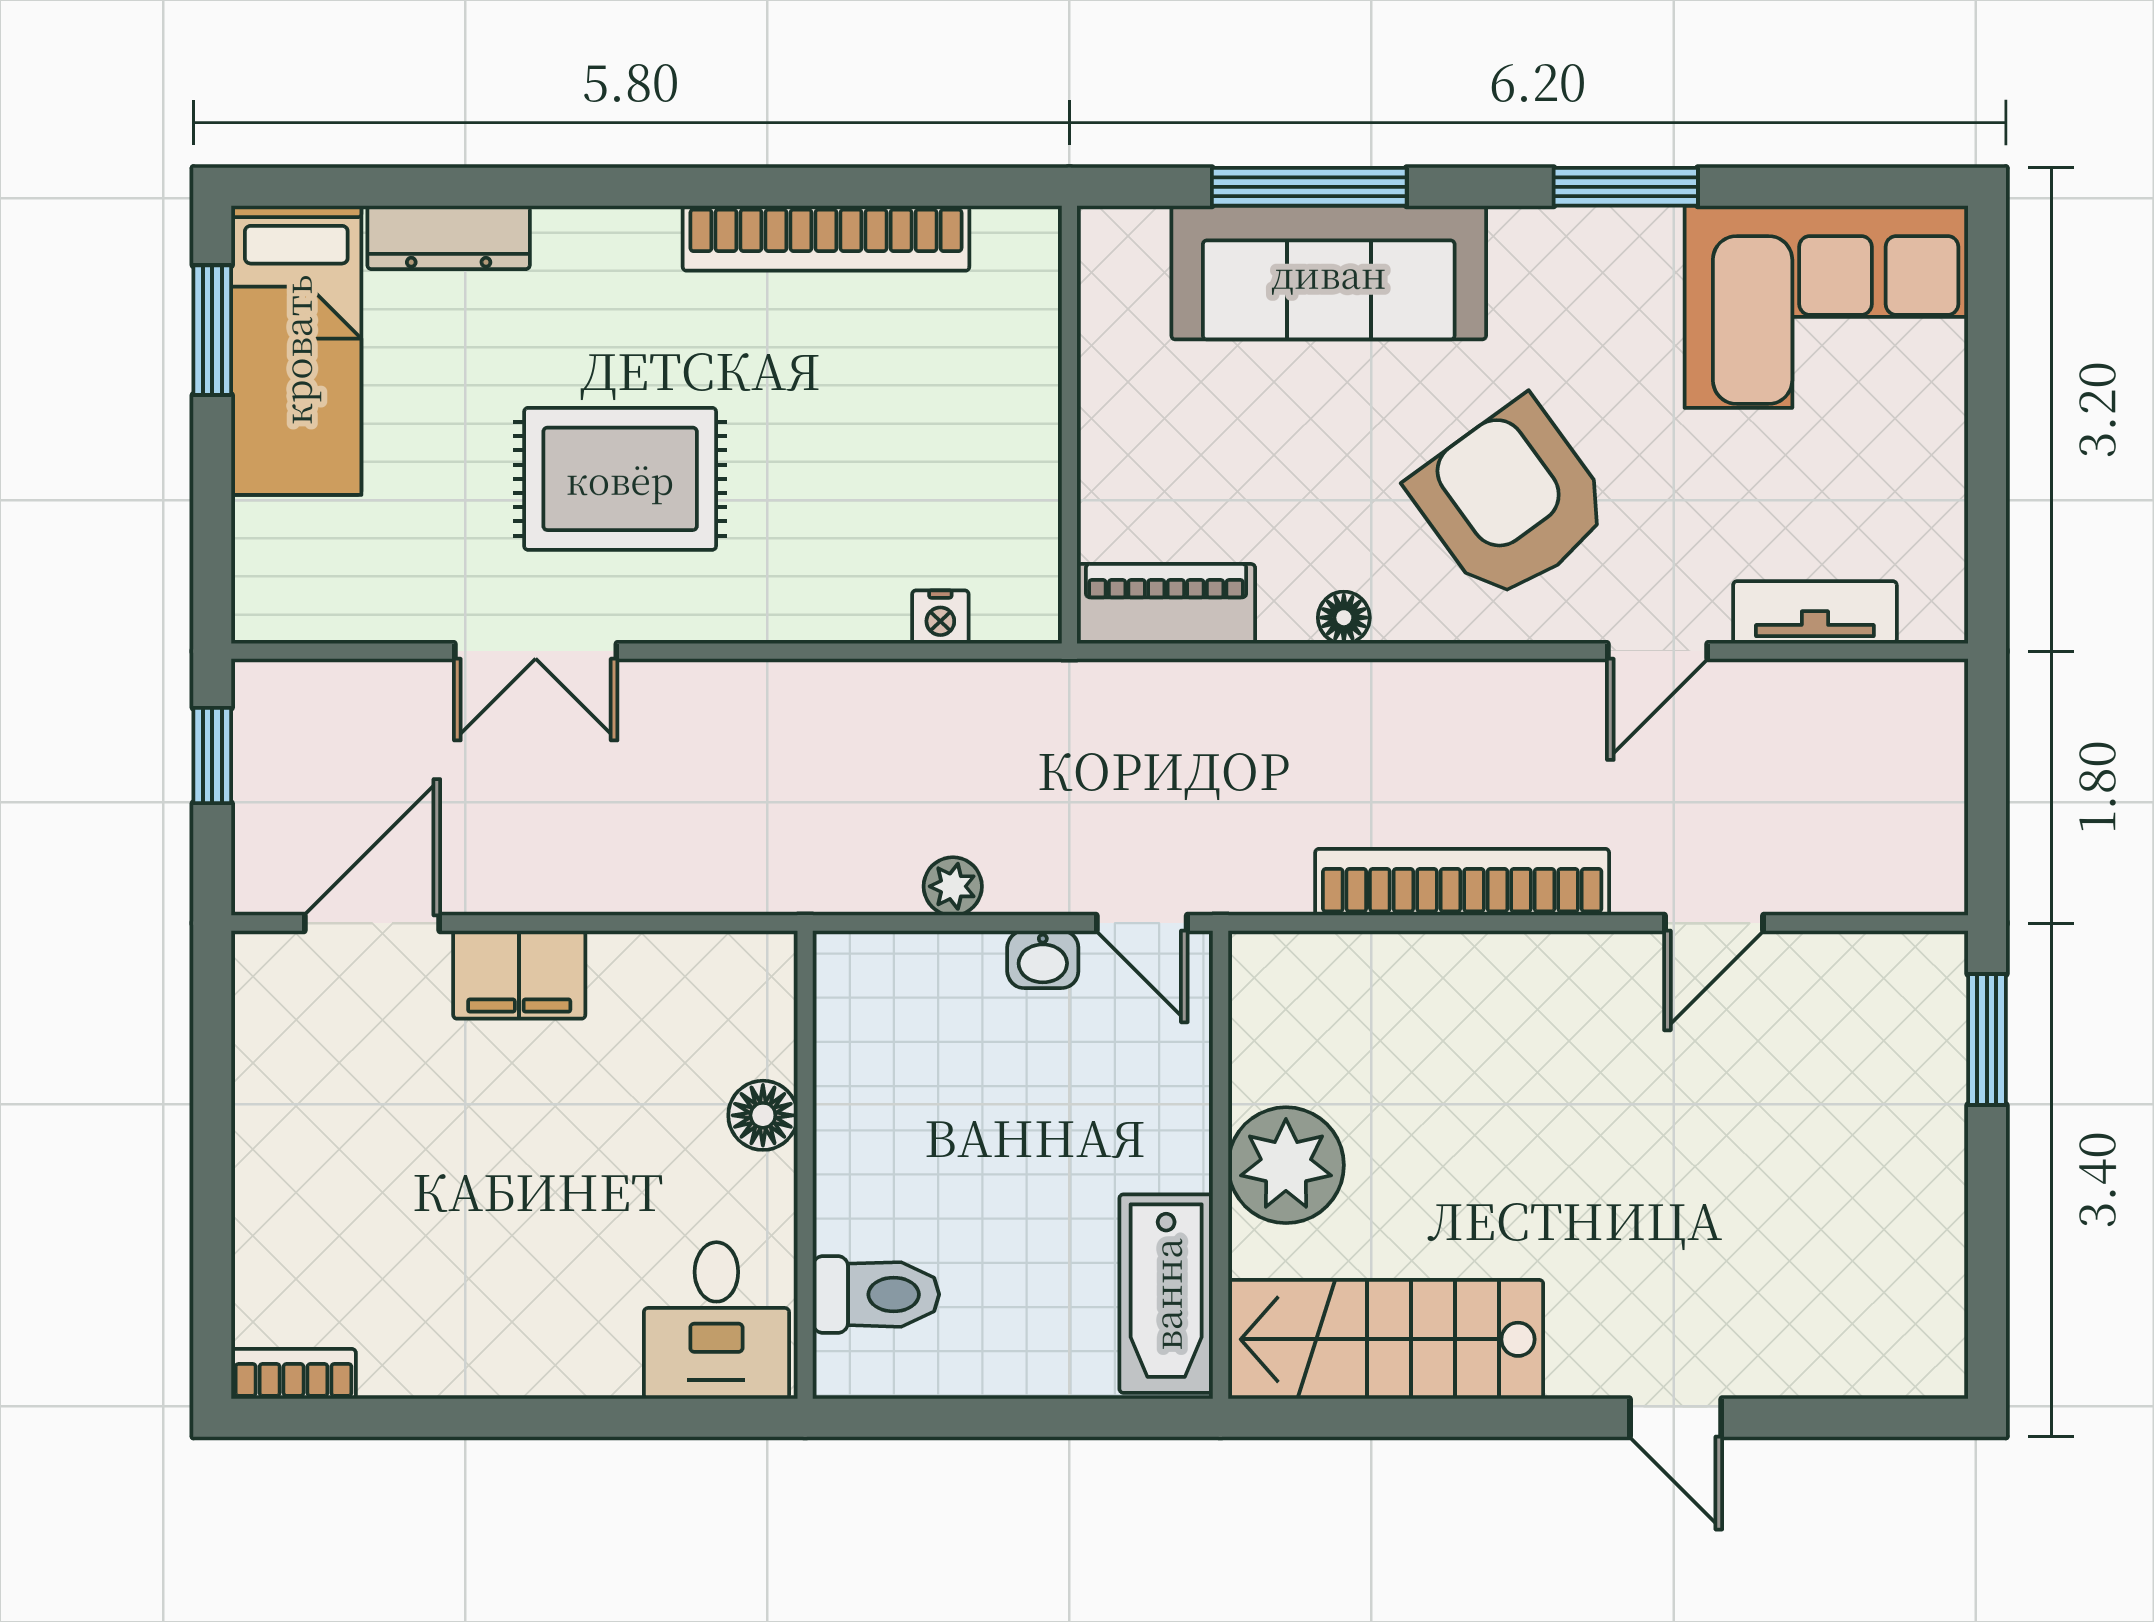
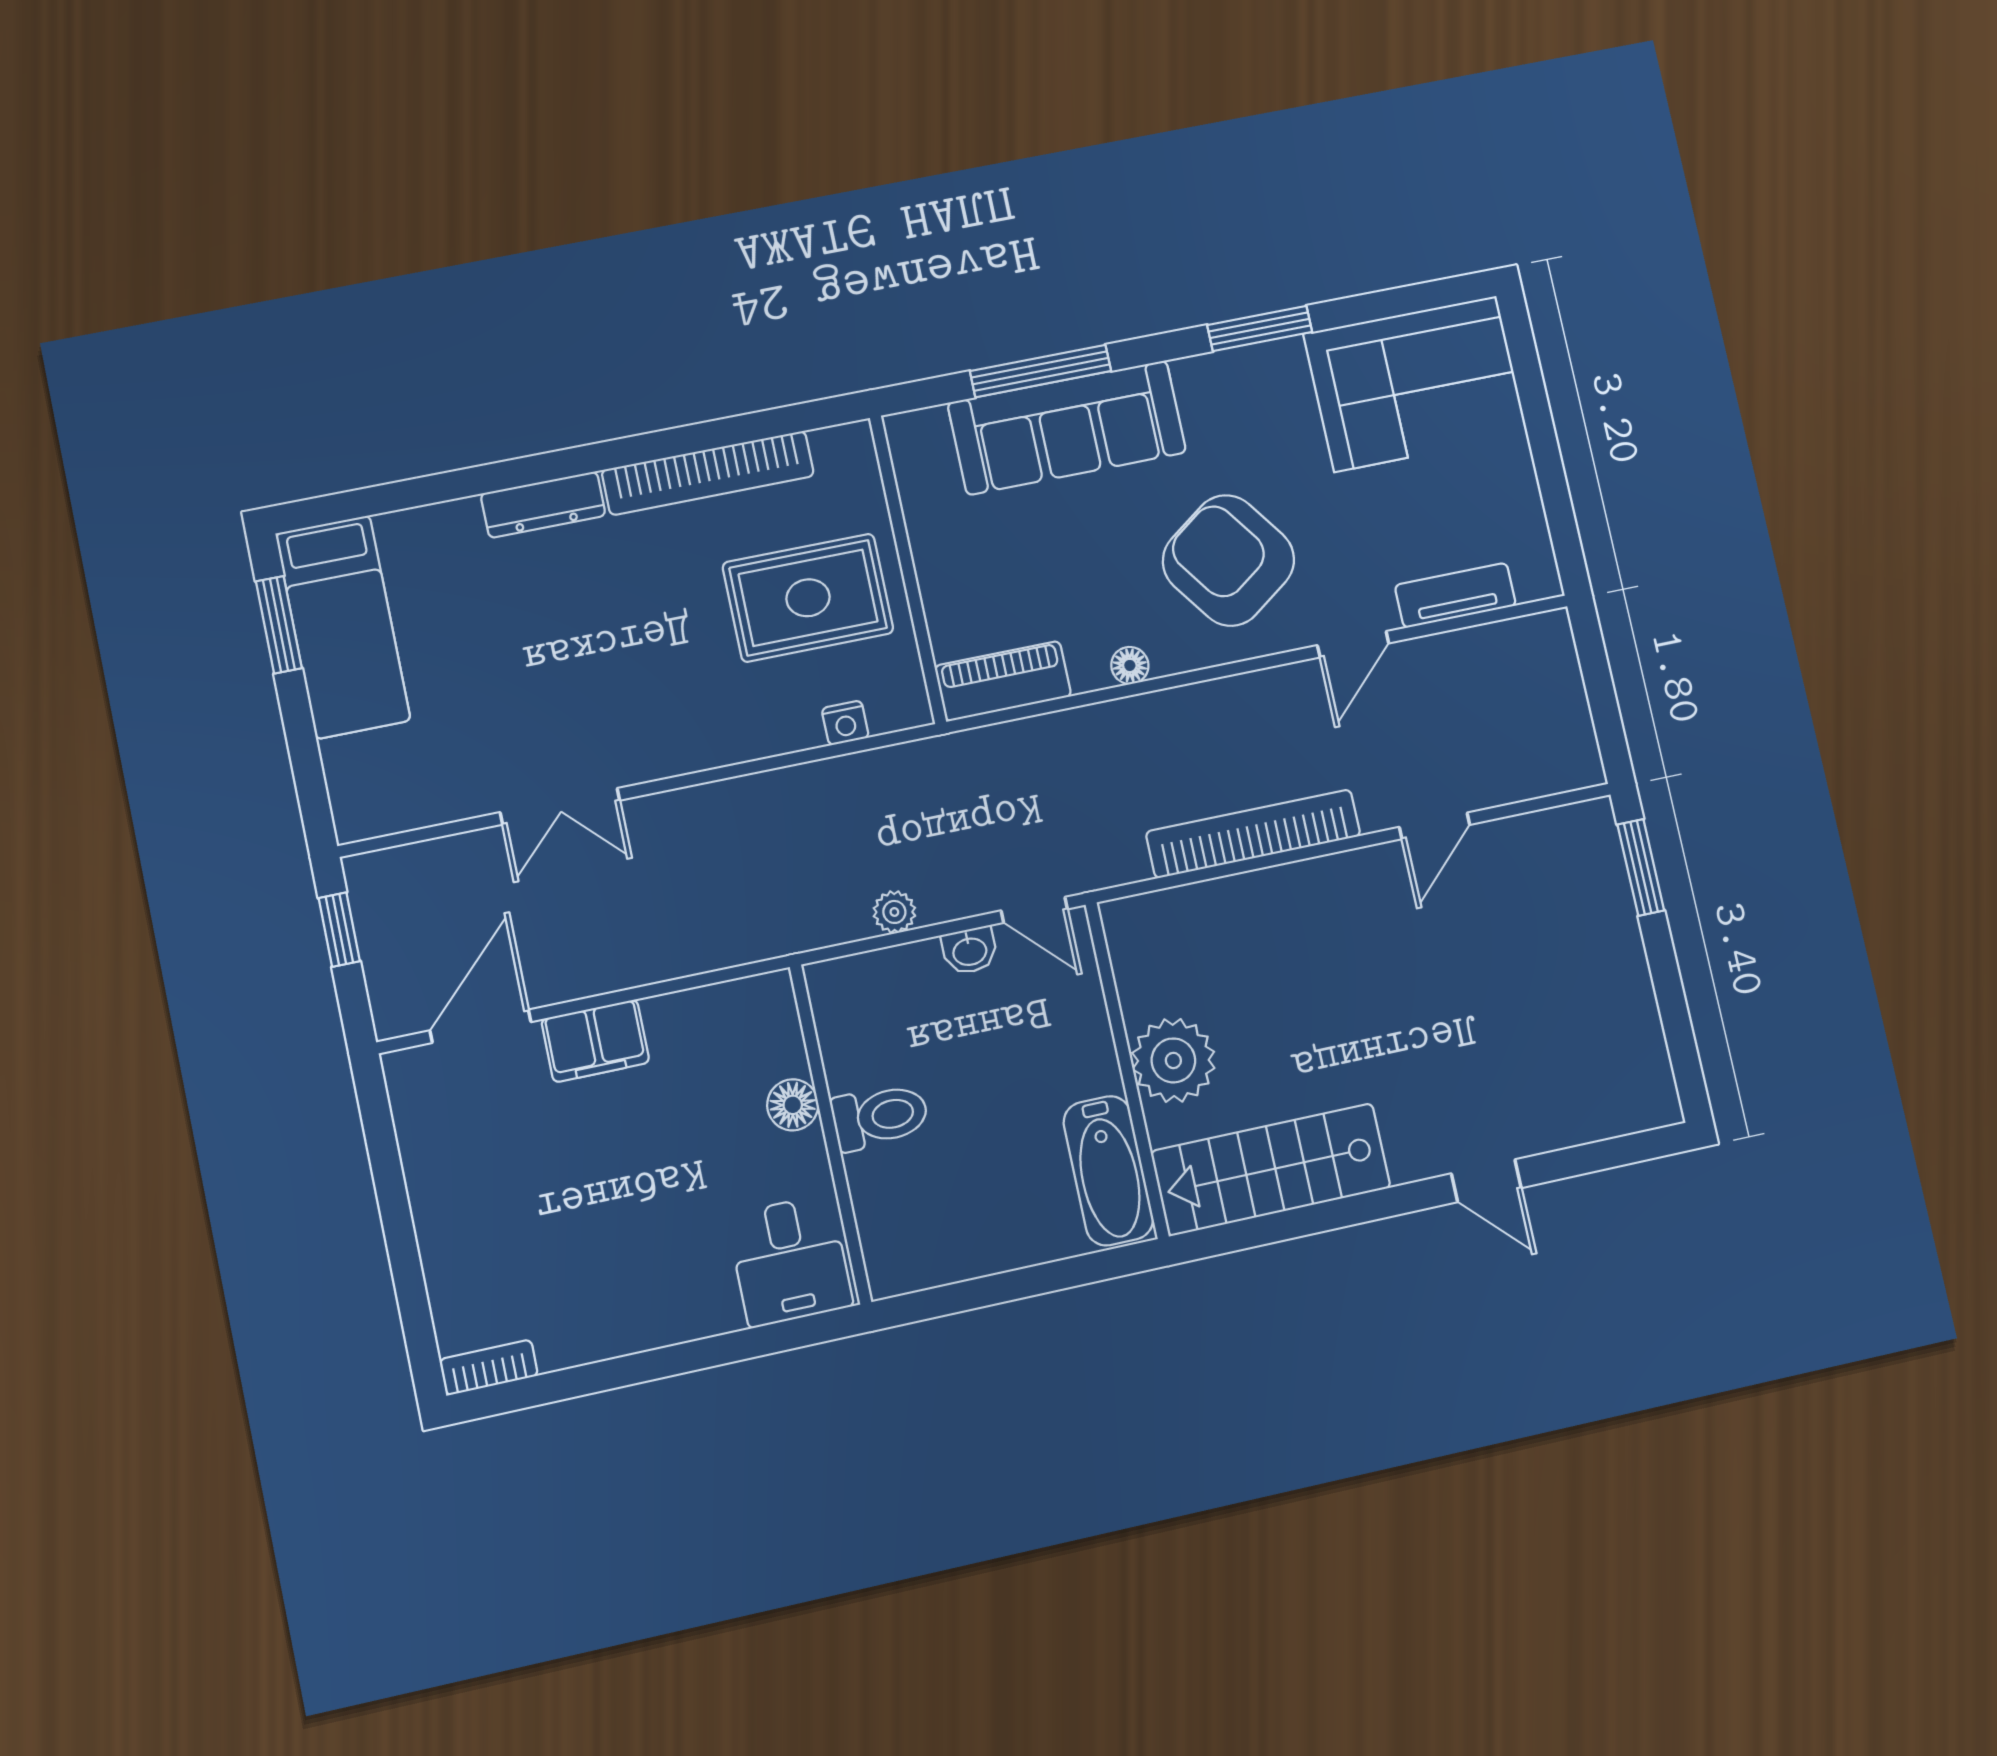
dresser: (449, 237) -> (543, 505), moved
rug: (620, 479) -> (808, 598), moved
toilet: (876, 1294) -> (880, 1117), moved

